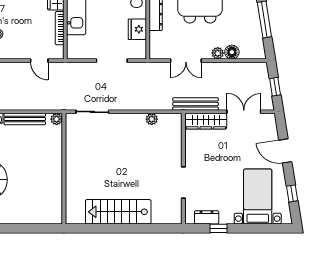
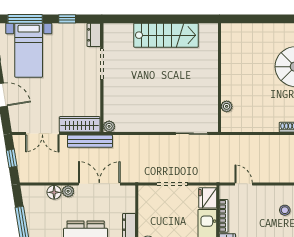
fridge: (137, 29) -> (208, 198), moved, turned 180
double door: (186, 61) -> (99, 184), width x1.37
bench: (25, 119) -> (258, 126), removed
plant: (57, 119) -> (227, 106), moved
plant: (152, 119) -> (109, 126), moved
dresser: (207, 217) -> (94, 35), moved, turned 90
window: (261, 228) -> (25, 19), added

